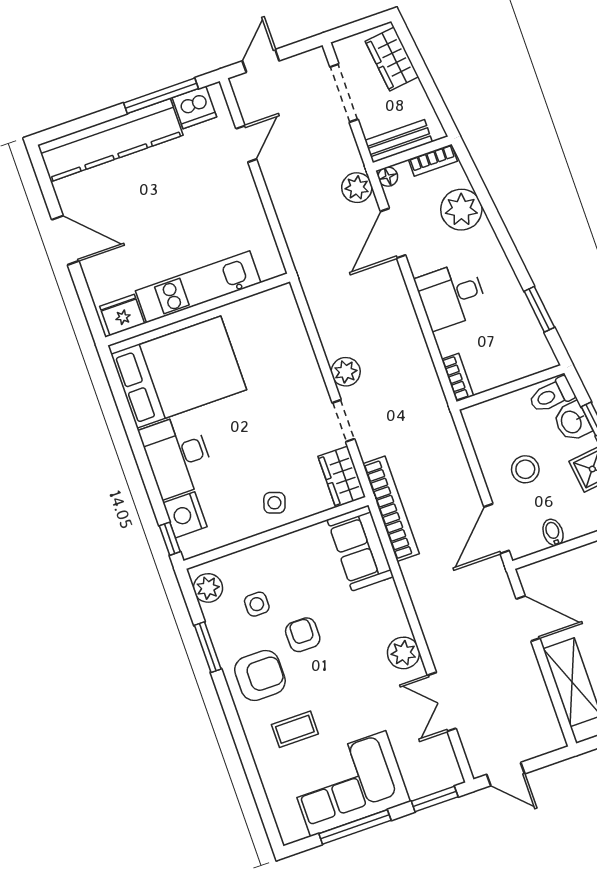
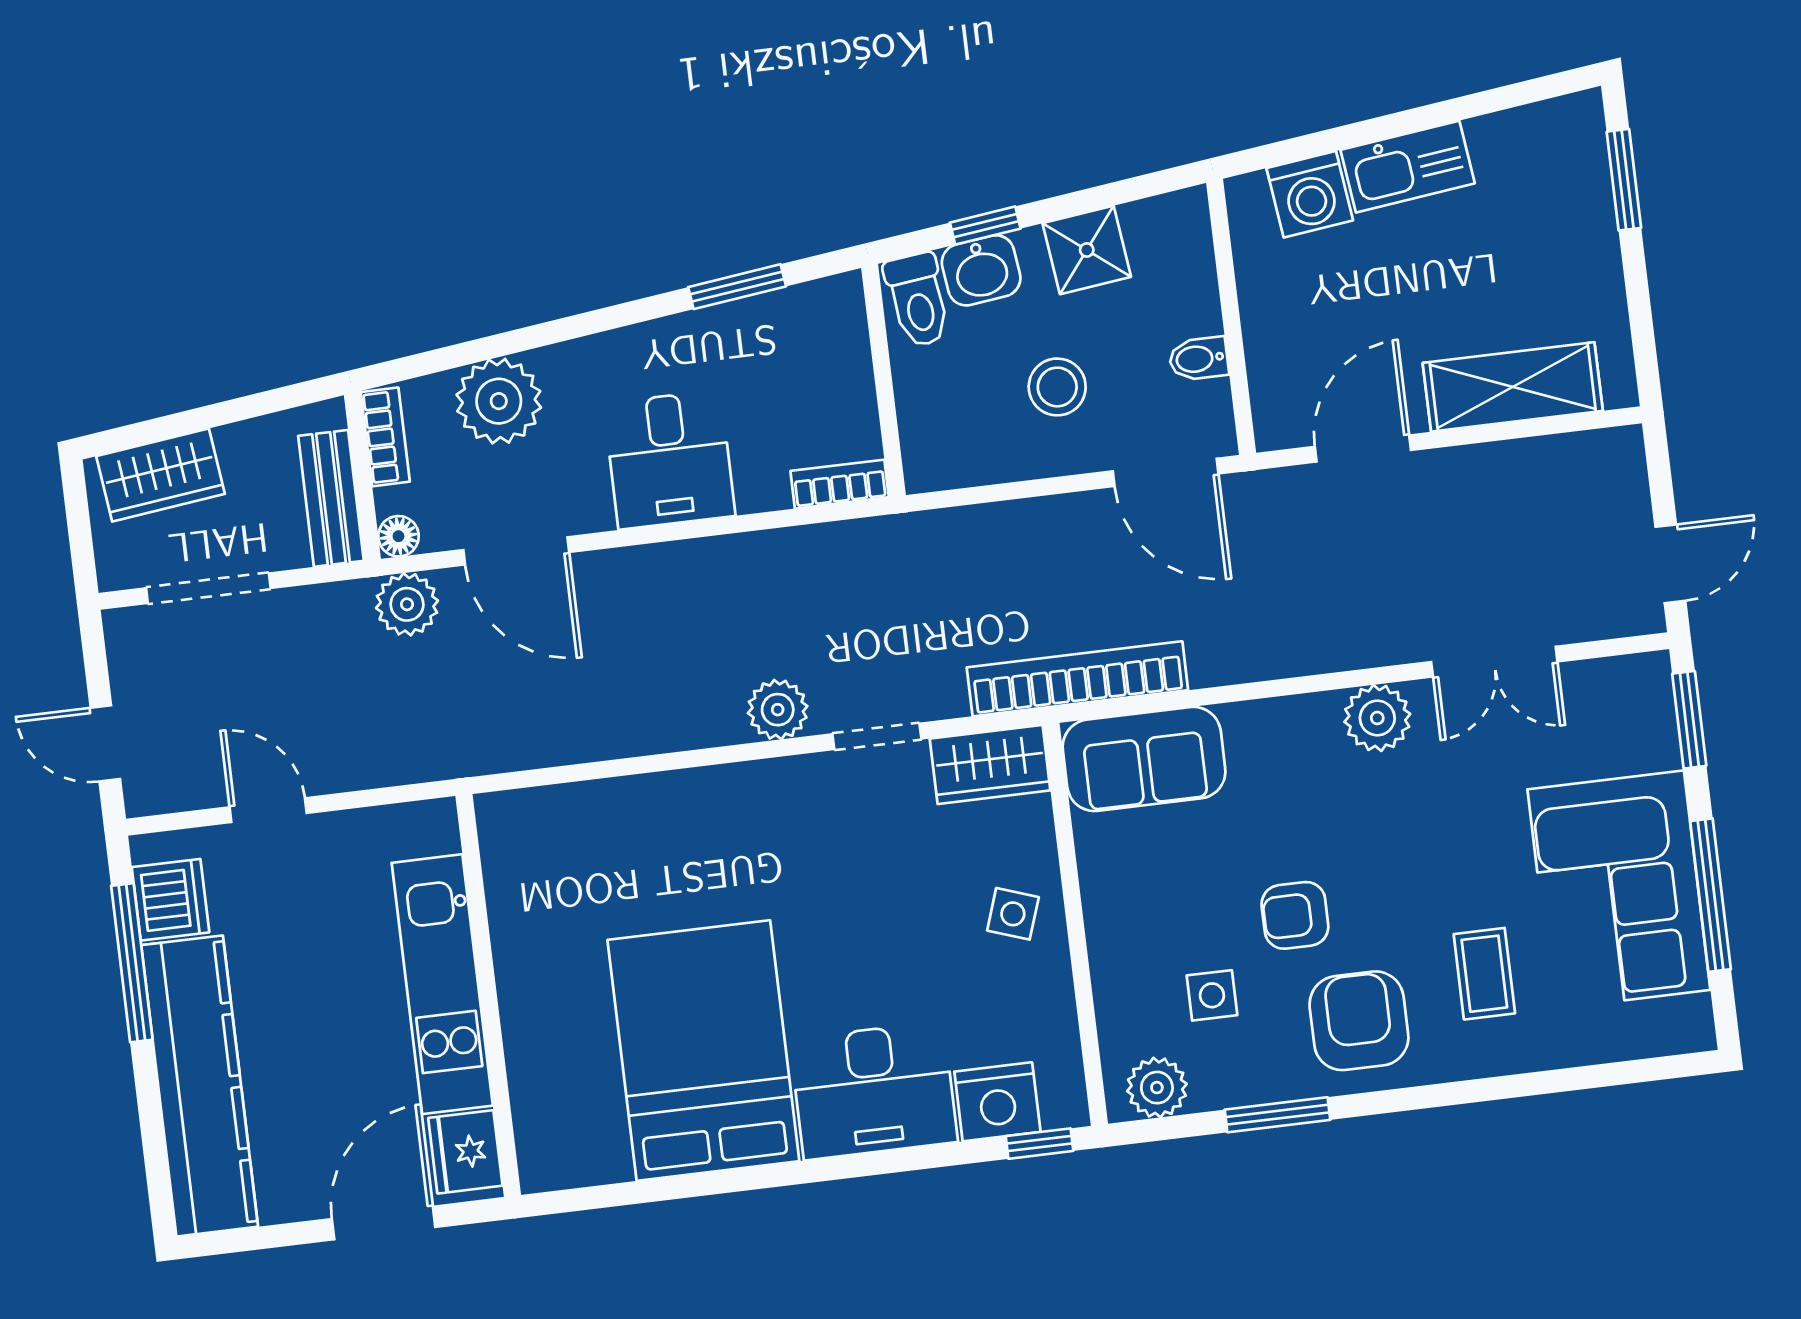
kitchen unit: (198, 287) -> (442, 984), moved
wall: (198, 309) -> (488, 995), moved
fridge: (122, 315) -> (465, 1152), moved

